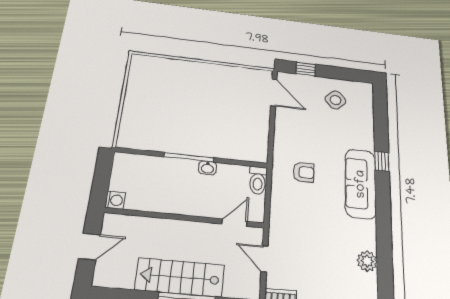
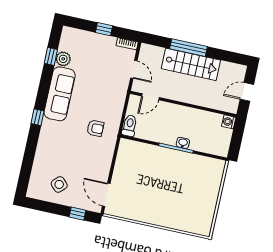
window: (382, 161) -> (38, 117), moved
washbasin: (207, 168) -> (183, 143), moved
armchair: (304, 172) -> (95, 128), turned 180
sofa: (361, 184) -> (60, 94), moved
window: (385, 262) -> (51, 56), added

